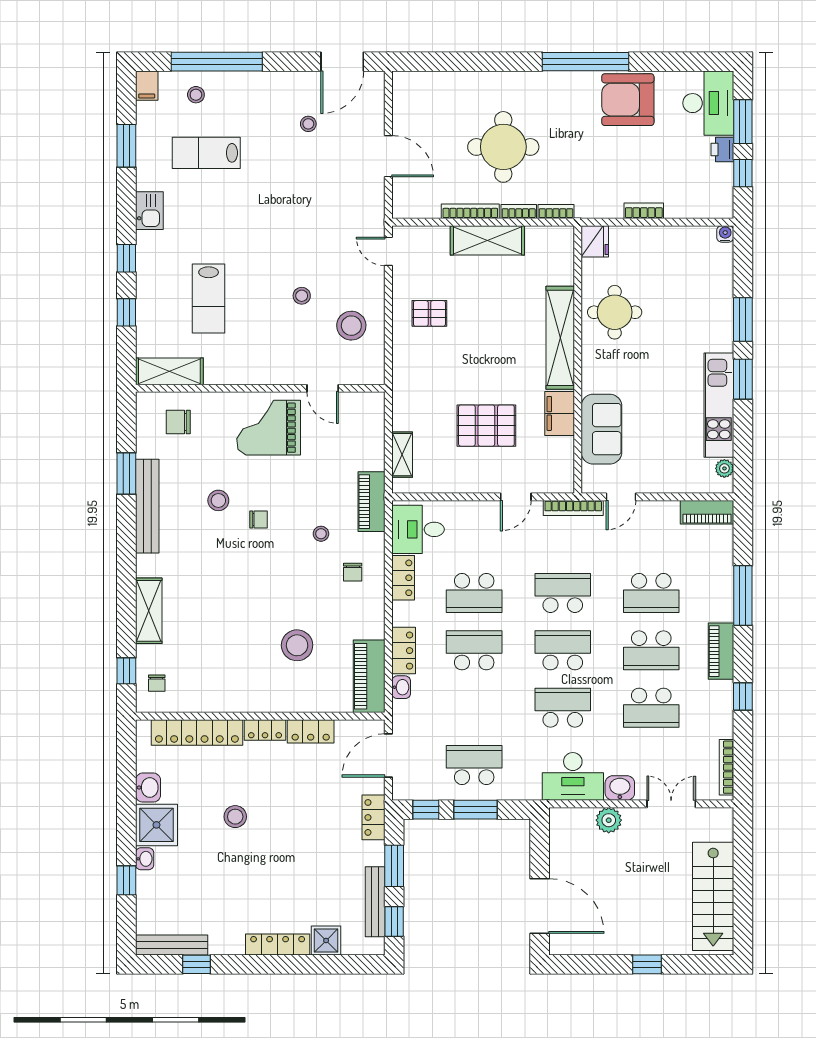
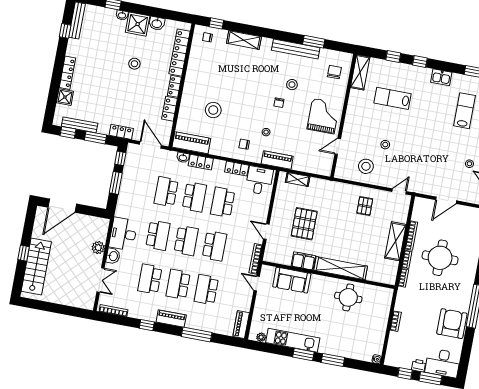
fridge: (595, 241) -> (385, 294), removed
school desk: (474, 765) -> (166, 192), moved, turned 180
stairs: (713, 896) -> (36, 267), moved, turned 90

